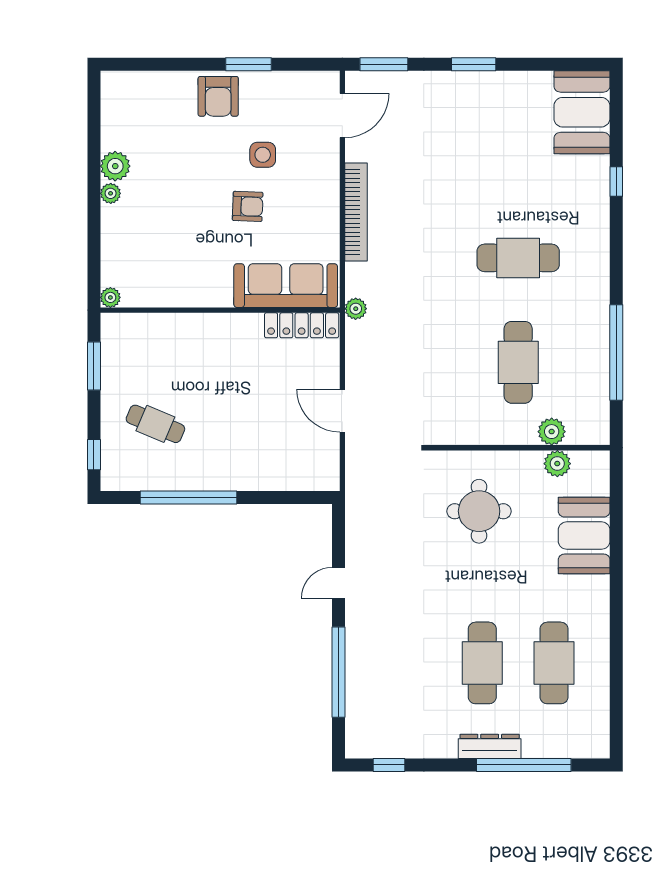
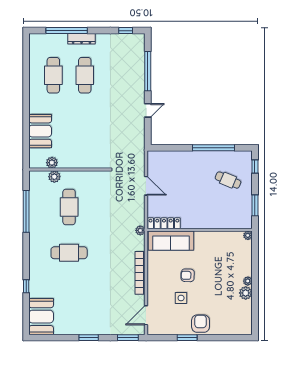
round table: (479, 511) -> (86, 142), removed

